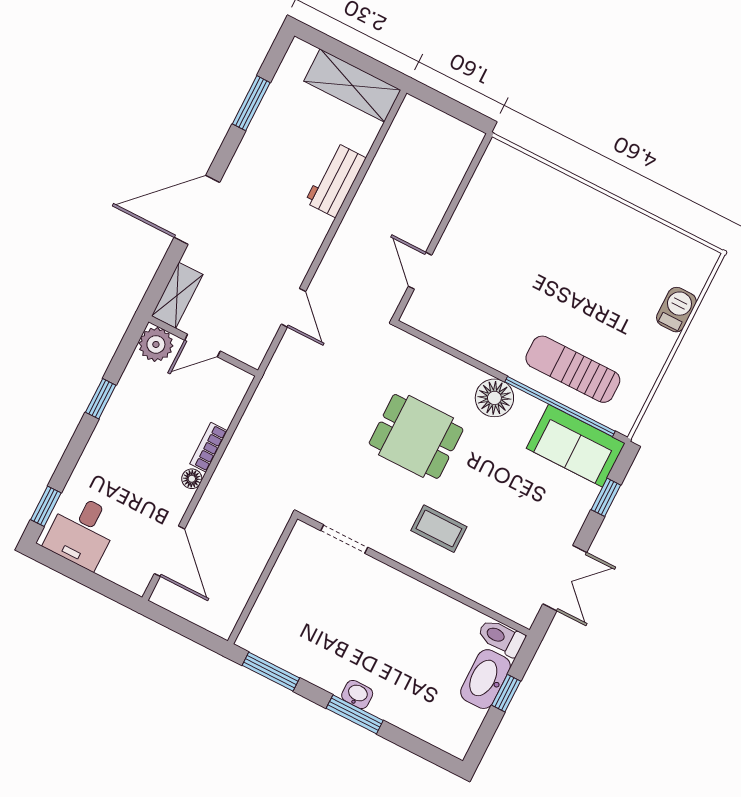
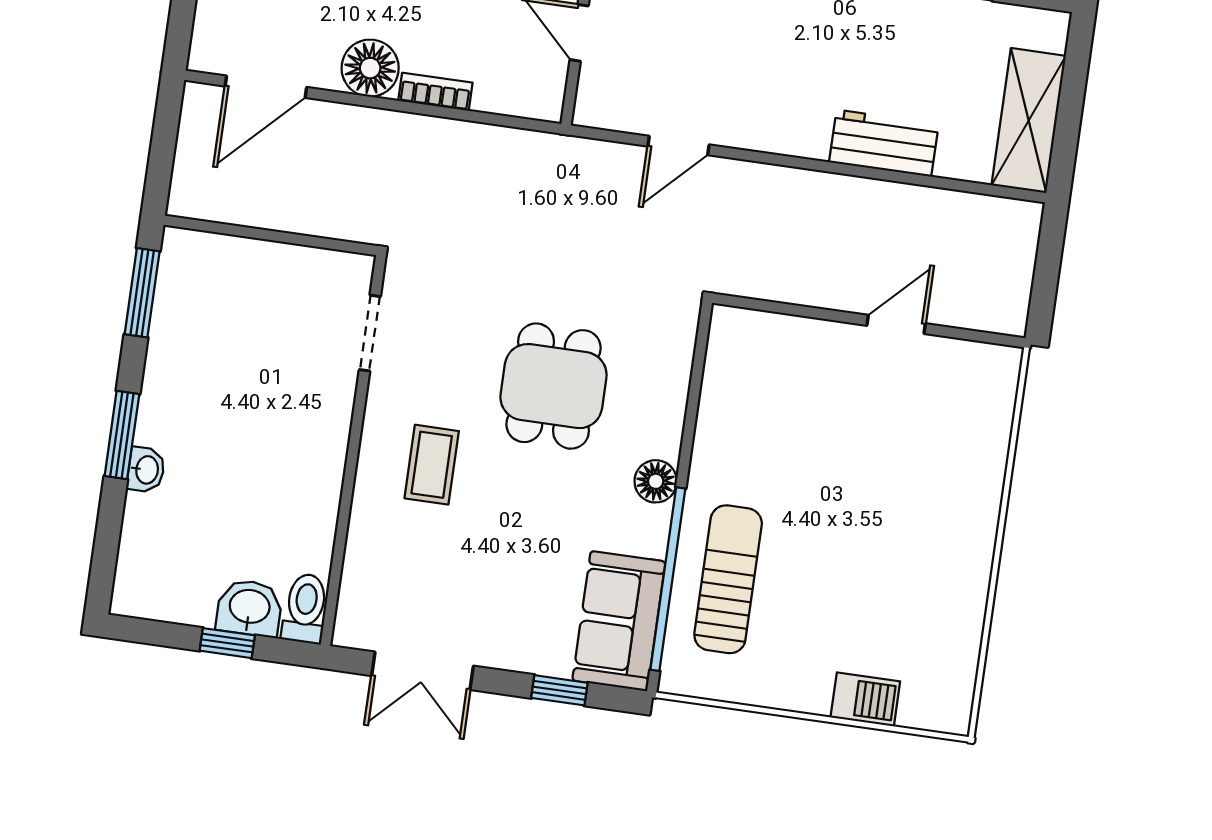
door: (420, 271) -> (896, 324), moved
floor lamp: (494, 398) -> (656, 481), width x0.73, depth x0.73
floor lamp: (192, 479) -> (370, 68), width x1.89, depth x1.89
washbasin: (485, 679) -> (249, 608), width x0.72
washbasin: (357, 694) -> (146, 470), moved

